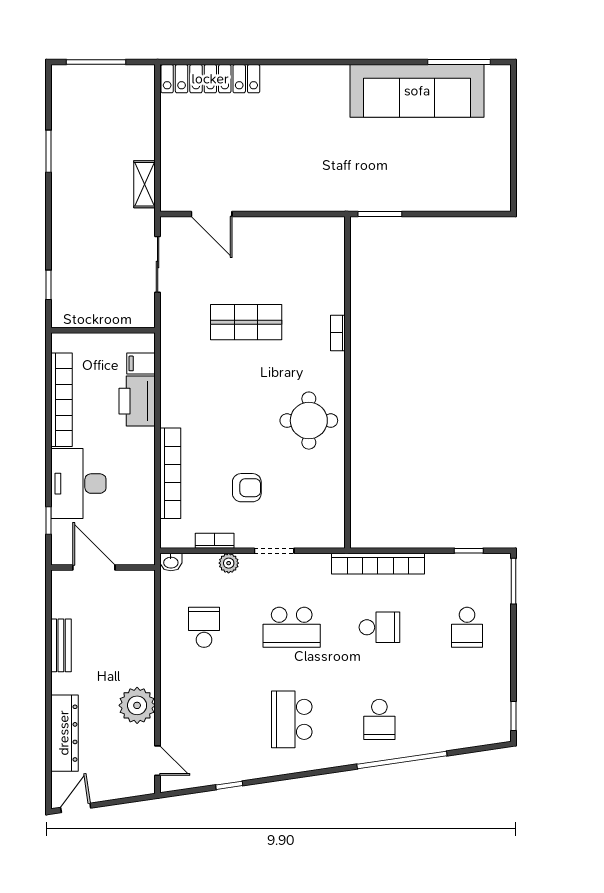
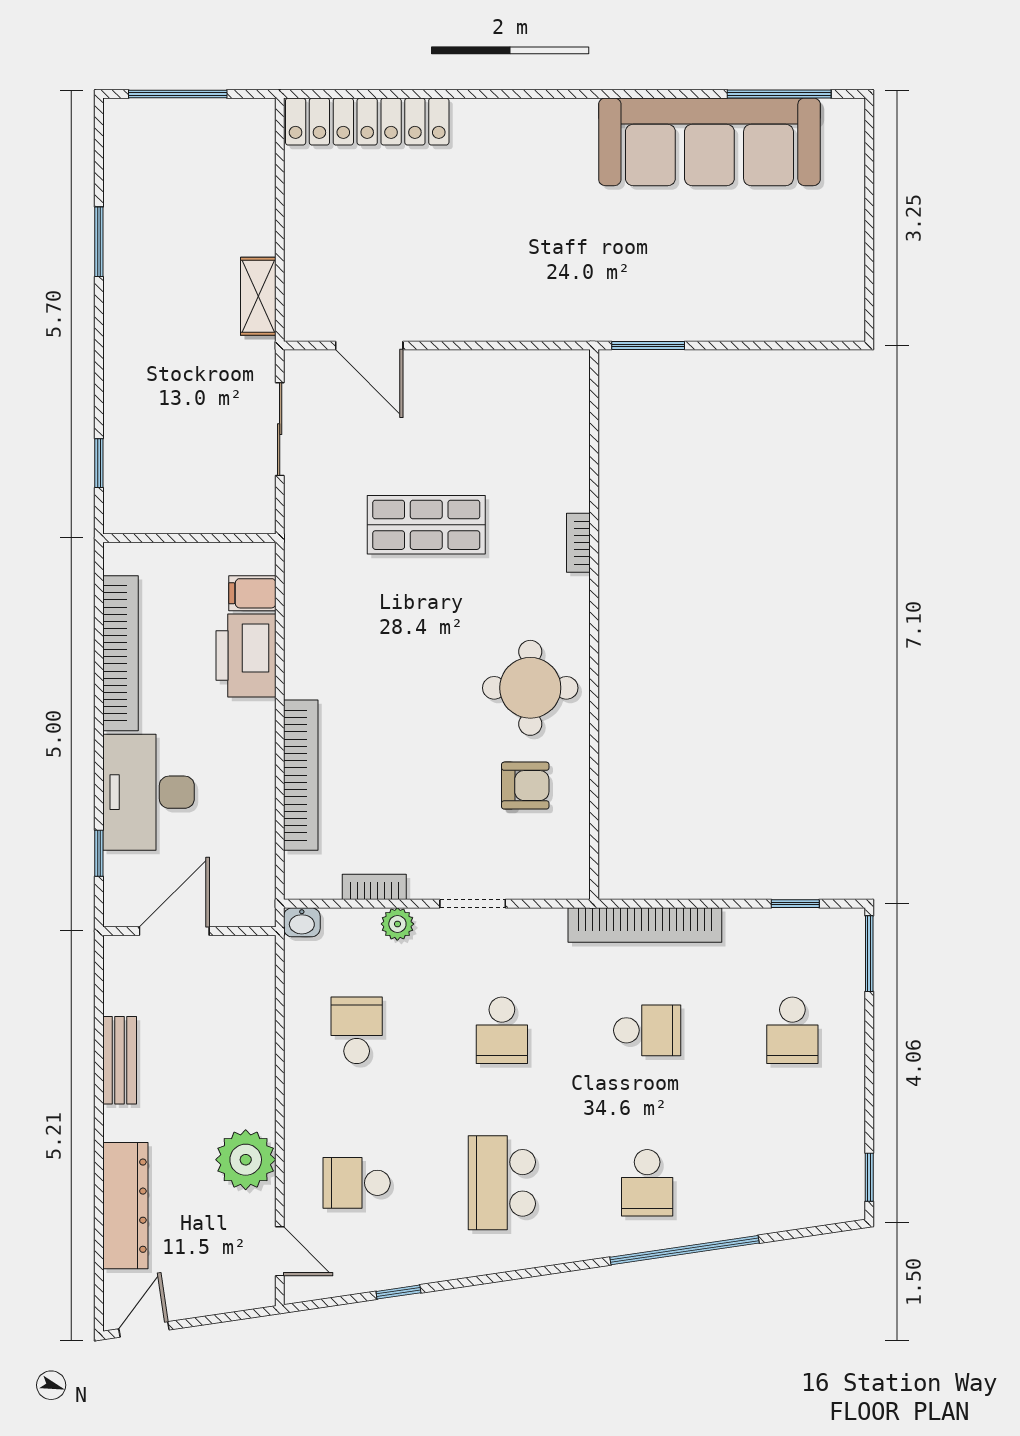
armchair: (247, 488) -> (525, 786), moved
door: (94, 567) -> (174, 931), hinge flipped
school desk: (292, 627) -> (502, 1030), width x0.54
school desk: (204, 719) -> (357, 1183), added

